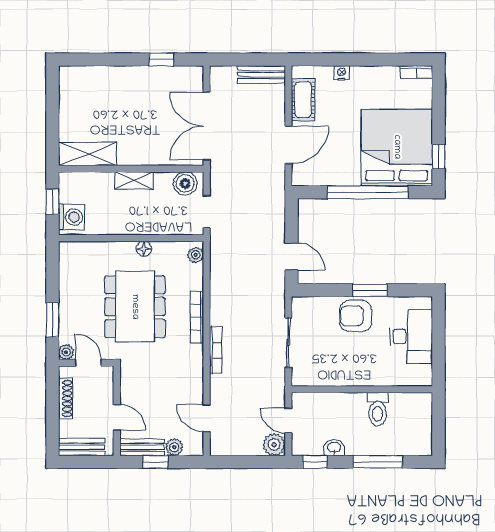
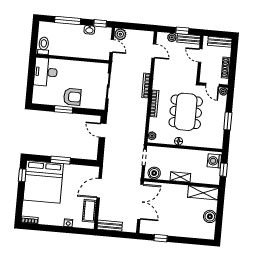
boiler: (71, 109) -> (210, 216), added
window: (368, 192) -> (60, 160), width x0.47
window: (52, 320) -> (228, 121), moved
desk: (411, 336) -> (46, 72), moved
toilet: (378, 409) -> (44, 46), moved

